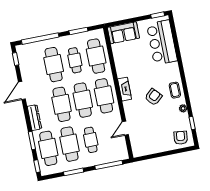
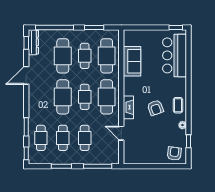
sofa: (123, 33) -> (132, 61), moved, turned -90
fireplace: (125, 89) -> (128, 107), moved
armchair: (153, 97) -> (155, 108), turned 112
cafe table: (83, 100) -> (85, 97), width x0.73, depth x0.74
dresser: (34, 118) -> (33, 42), moved
door: (125, 128) -> (121, 133), hinge flipped
cafe table: (69, 144) -> (63, 138), width x0.73, depth x0.74
cafe table: (48, 148) -> (41, 138), width x0.73, depth x0.74

